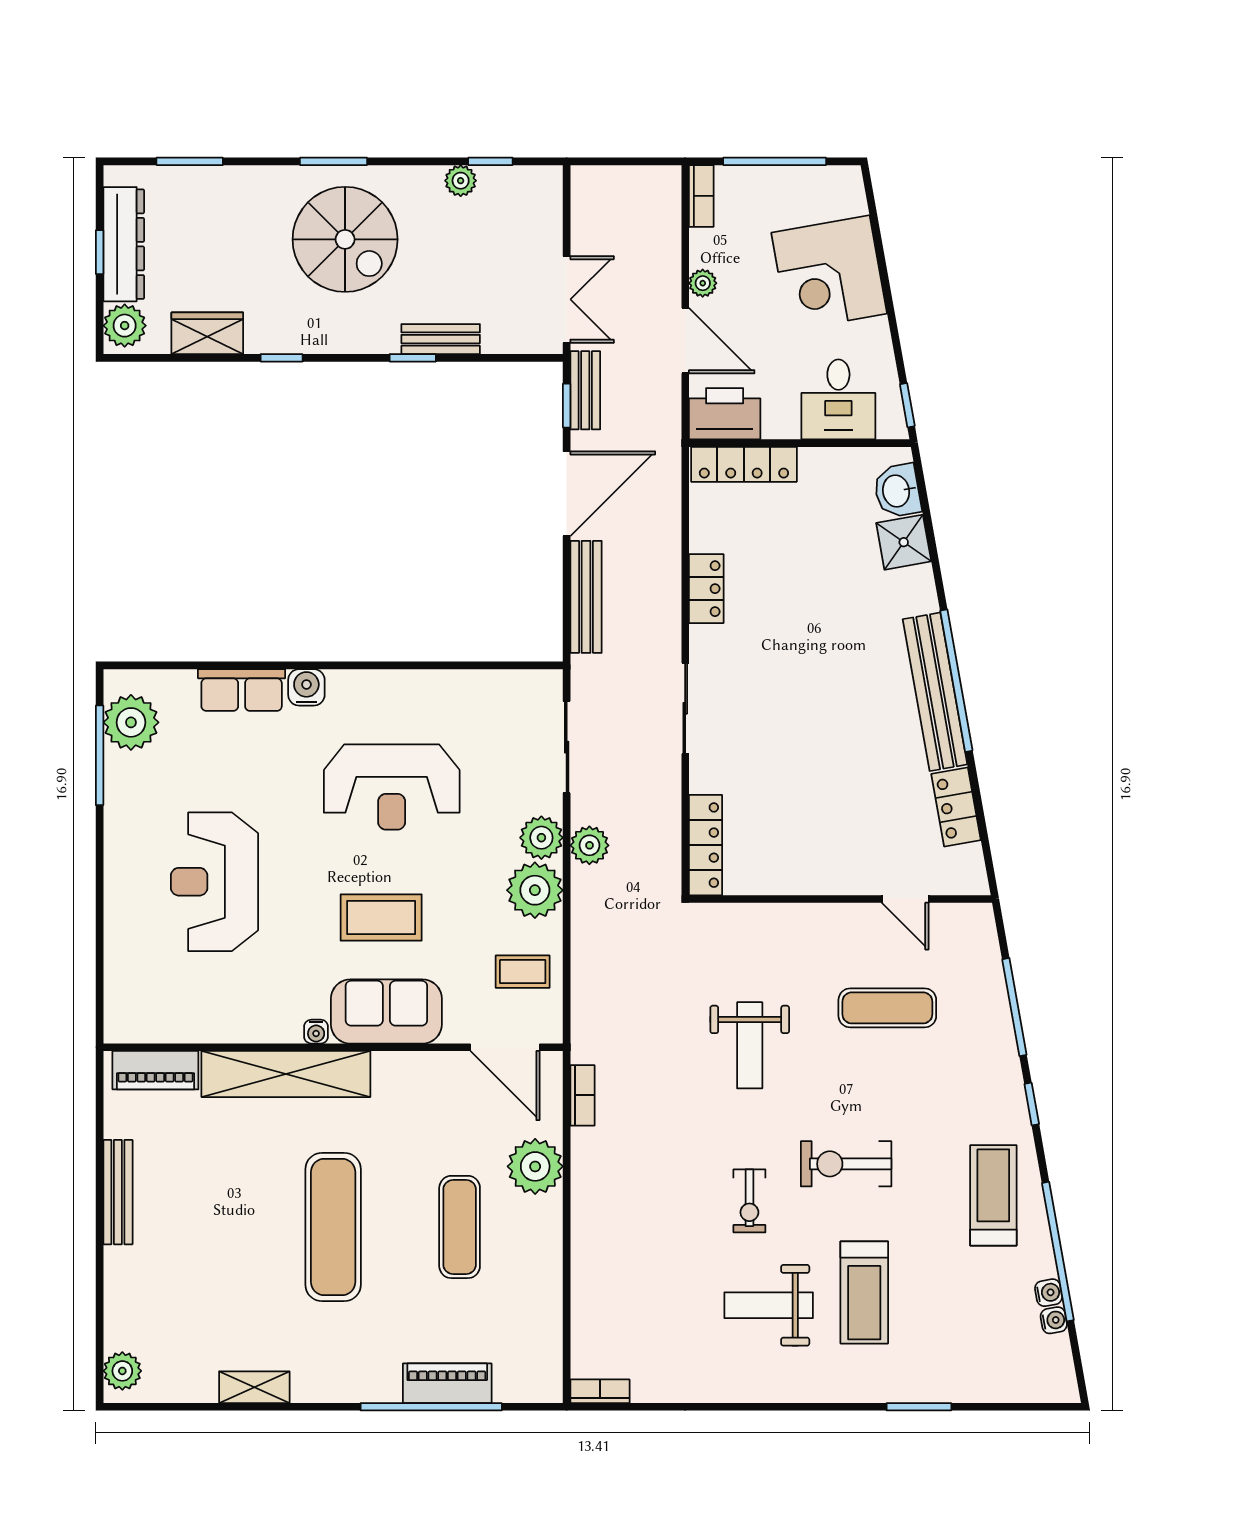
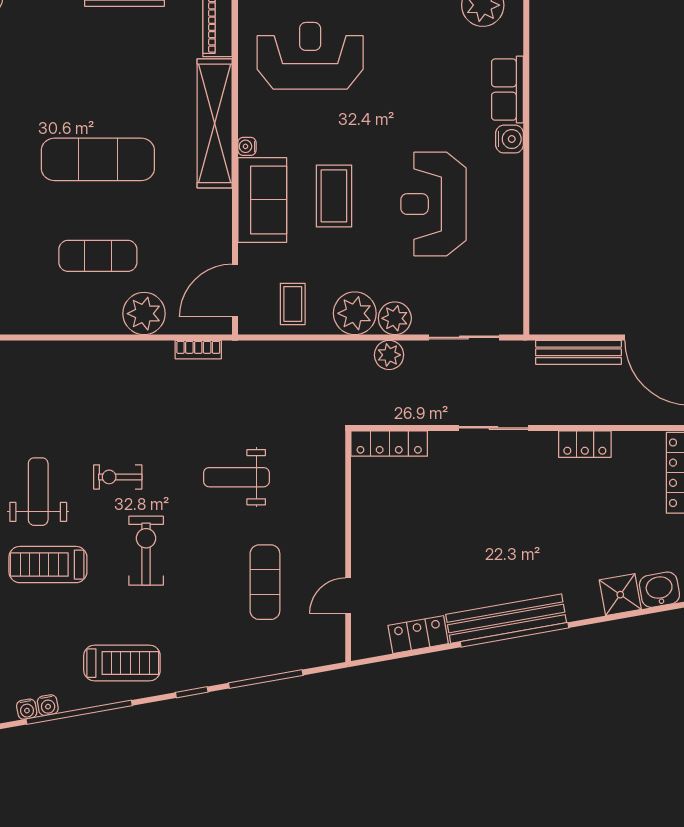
reception desk: (214, 882) -> (310, 56), moved

